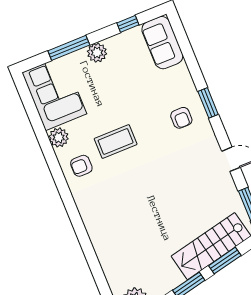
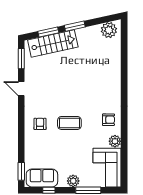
sofa: (162, 43) -> (42, 178), moved, turned -90
window: (208, 103) -> (21, 171), moved
coffee table: (116, 141) -> (69, 123), moved

